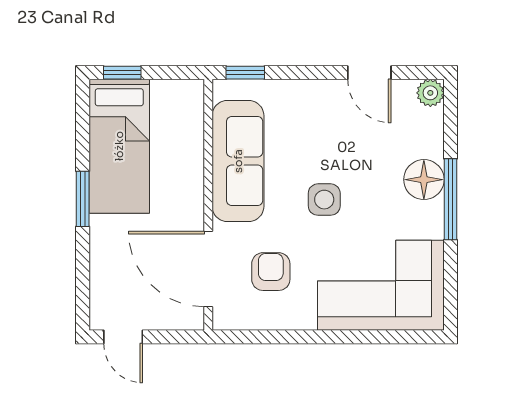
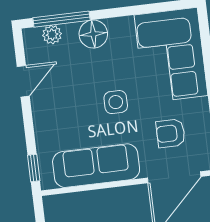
plant: (430, 93) -> (52, 35), moved
window: (450, 199) -> (61, 19), moved

